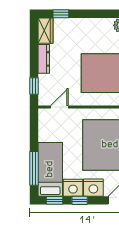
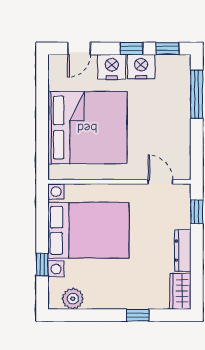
window: (61, 14) -> (138, 315), moved
door: (59, 107) -> (160, 182), swing flipped
bed: (50, 169) -> (174, 93), removed

